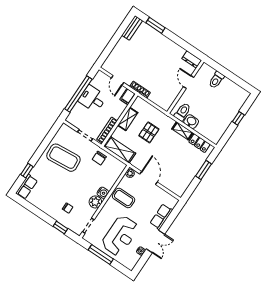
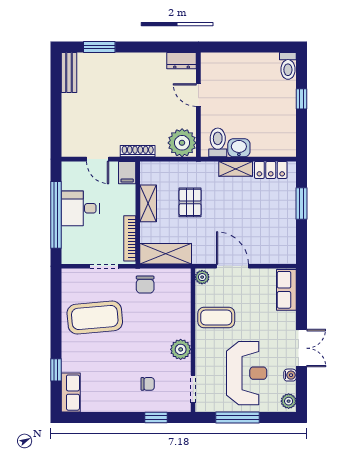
toilet: (216, 80) -> (288, 66), moved
plant: (165, 100) -> (182, 143), added
water cooler: (103, 193) -> (183, 329), removed
row of seats: (161, 217) -> (286, 290), moved
plant: (132, 263) -> (289, 401), added

